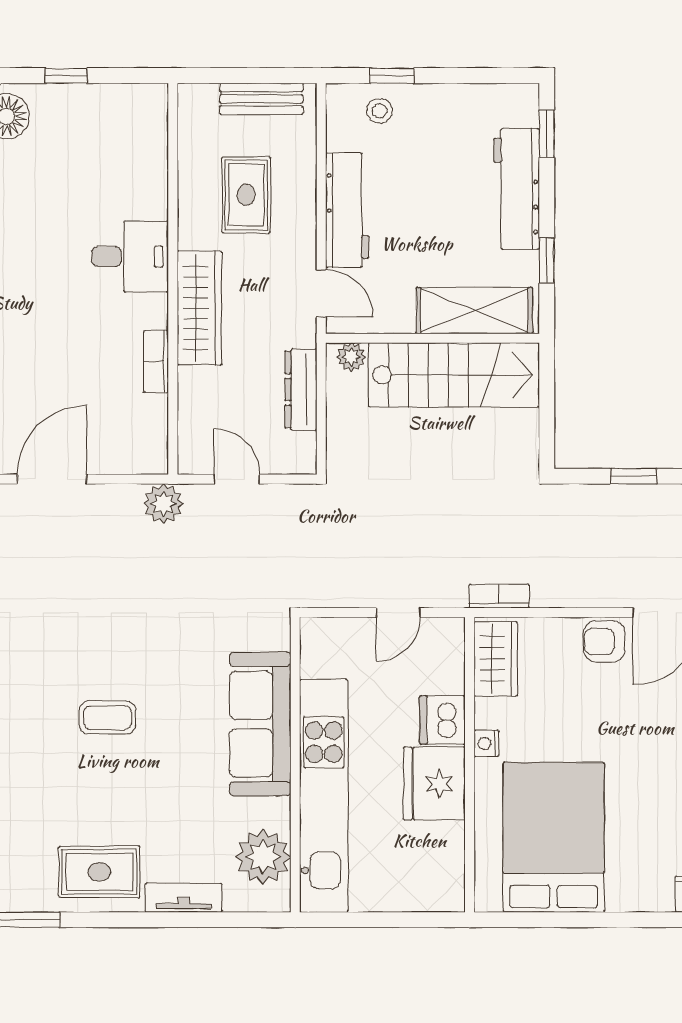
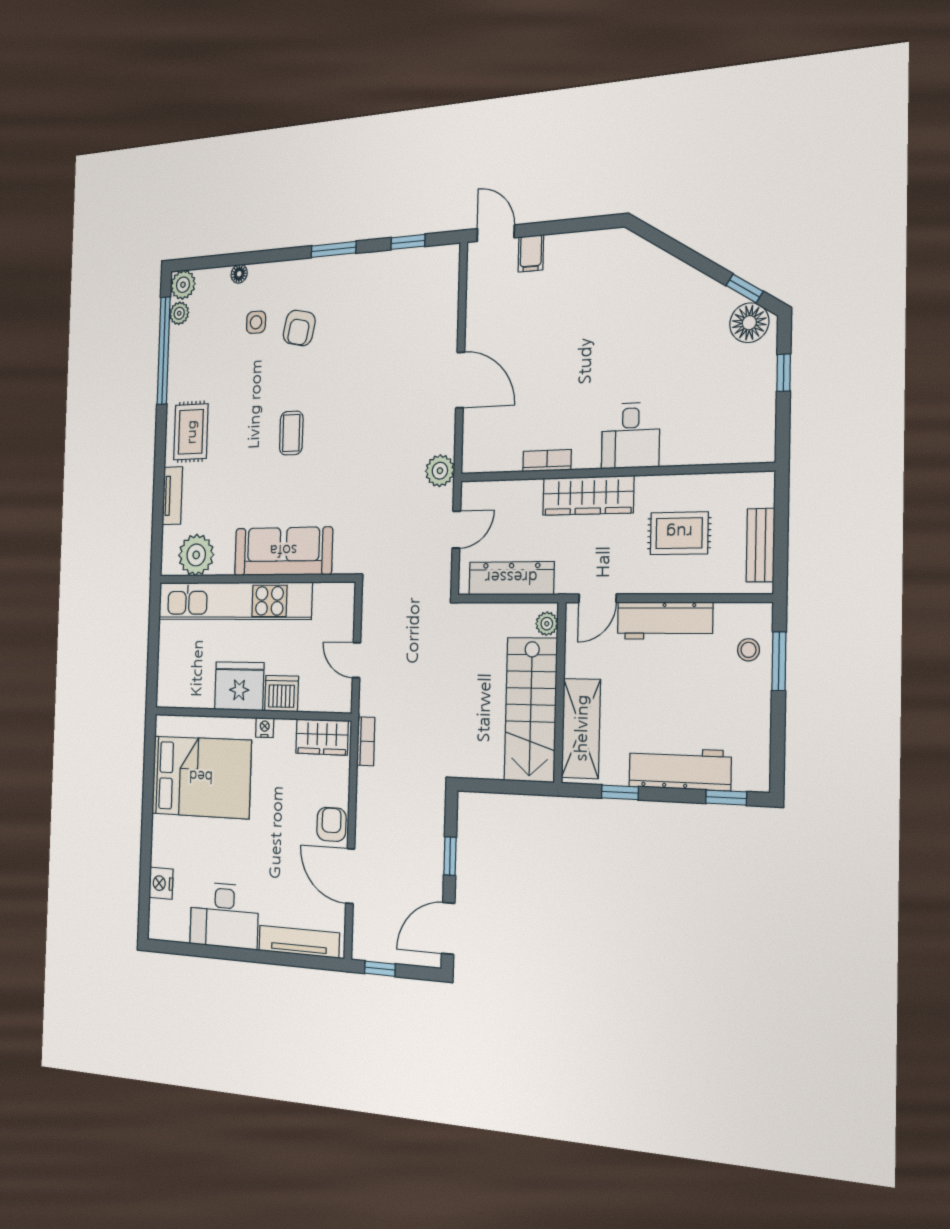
window: (392, 76) -> (779, 661), width x1.50
dresser: (301, 389) -> (511, 578), width x1.37, depth x1.24

